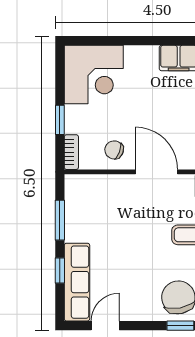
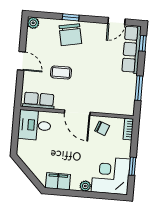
plant: (134, 54) -> (85, 186), added
window: (60, 120) -> (132, 166), moved
window: (60, 270) -> (143, 43), moved

